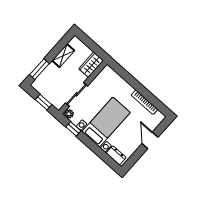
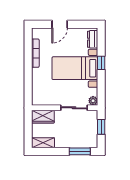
shelving: (63, 56) -> (43, 143), moved
window: (73, 129) -> (101, 63), moved

